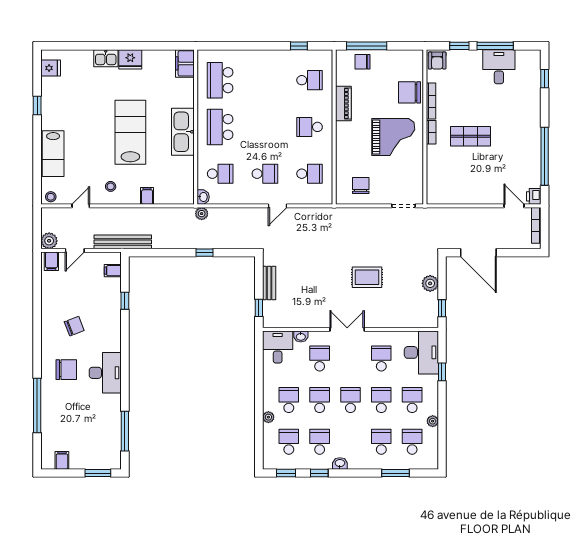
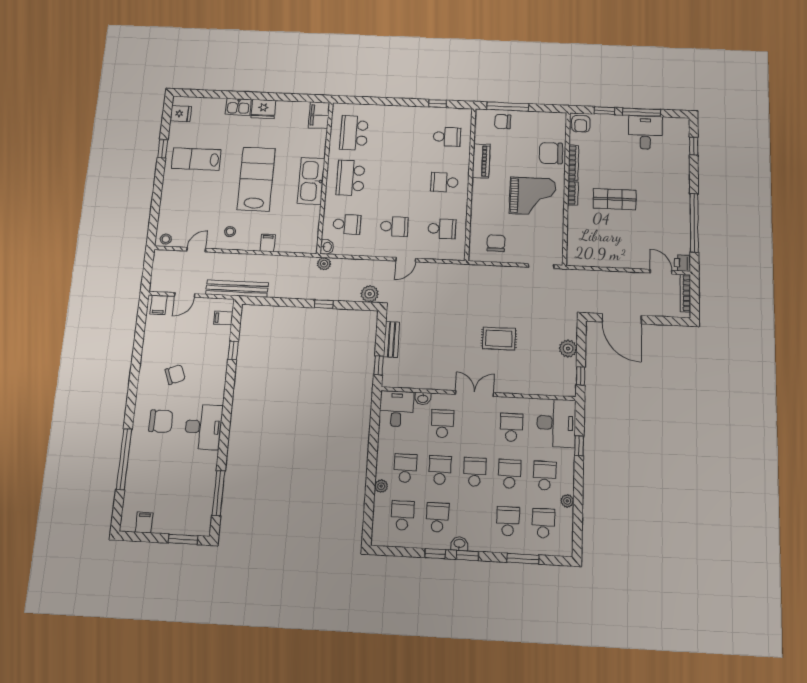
lab bench: (53, 154) -> (196, 159), moved, turned 90
plant: (49, 241) -> (370, 294), moved
window: (286, 473) -> (467, 555), moved

